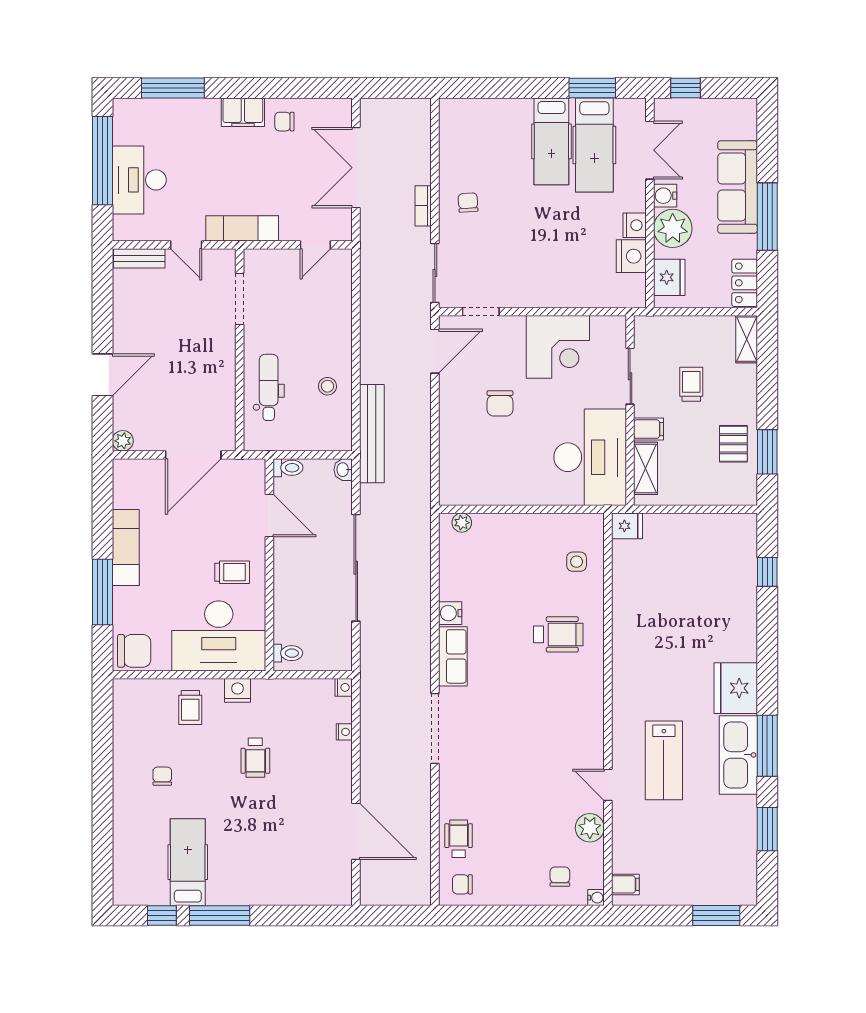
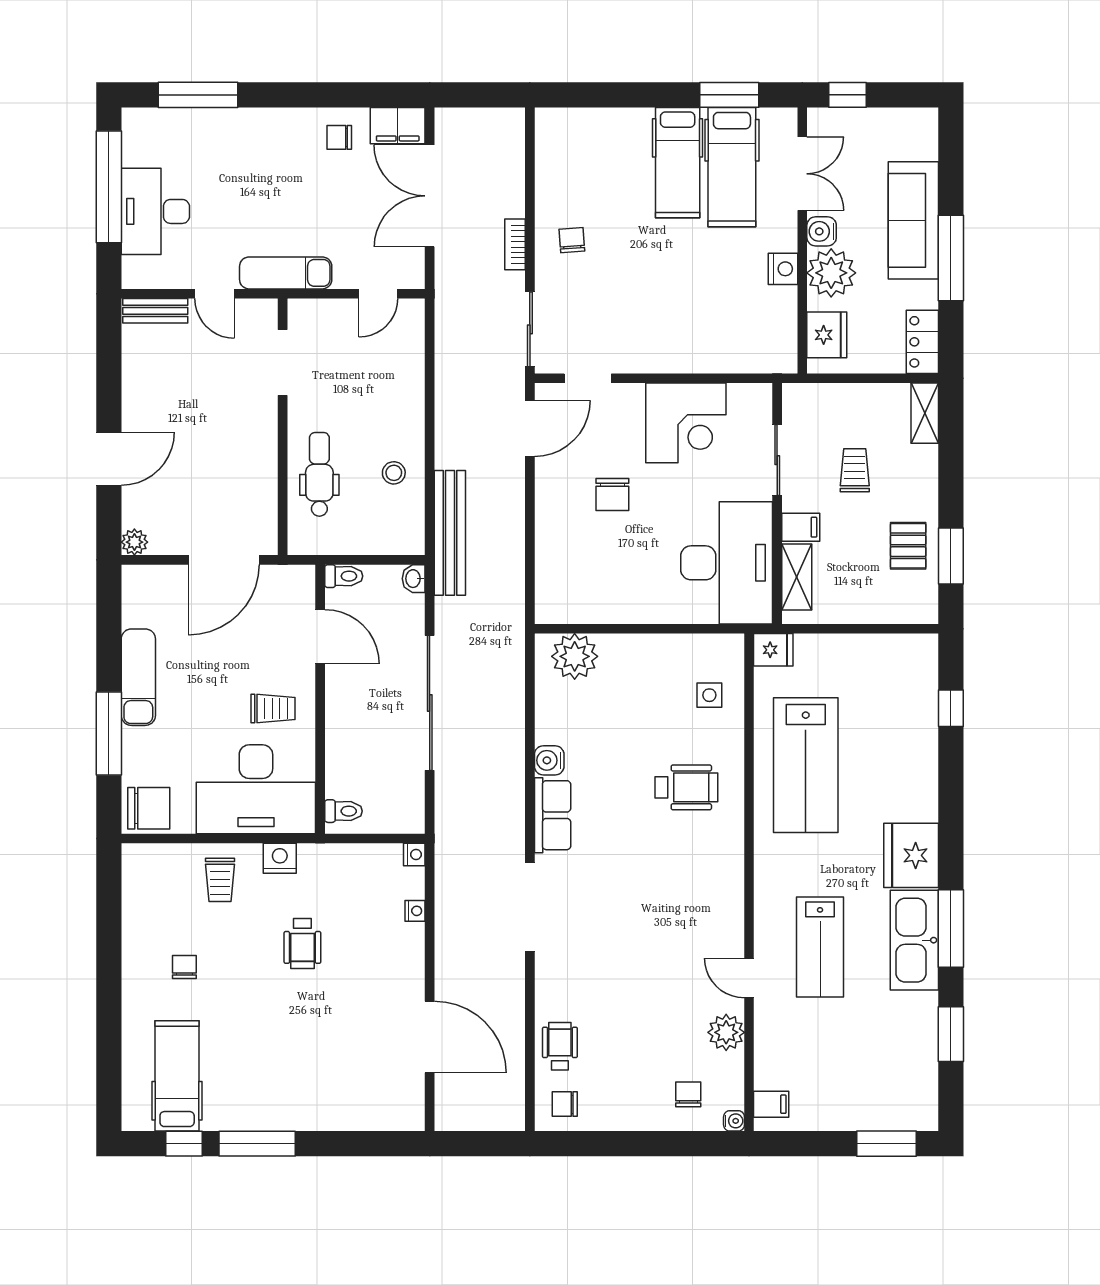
filing cabinet: (243, 112) -> (398, 126), moved
nightstand: (631, 256) -> (779, 308), removed
plant: (462, 523) -> (575, 656), width x1.88, depth x1.88
lab bench: (653, 617) -> (806, 765), added
hospital bed: (188, 862) -> (177, 1076), moved

